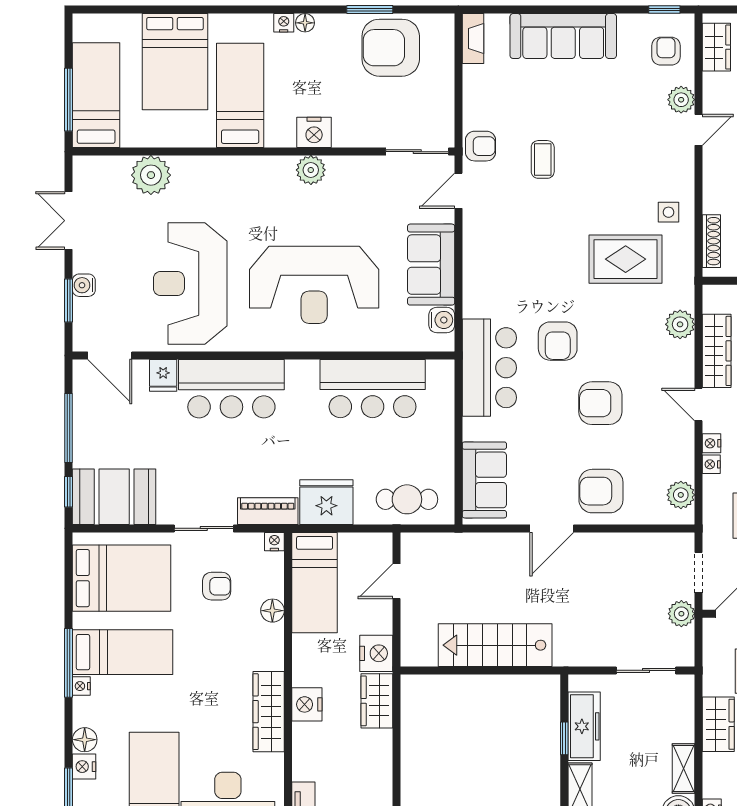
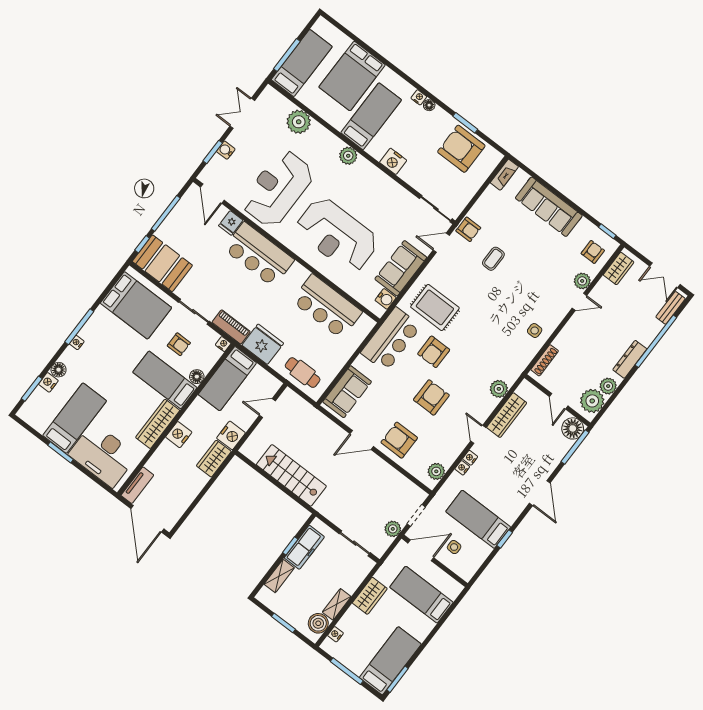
plant: (311, 170) -> (348, 156), moved
rug: (626, 259) -> (435, 307), moved
armchair: (600, 403) -> (431, 397), turned 90
bed: (123, 652) -> (165, 380), moved, turned 180

